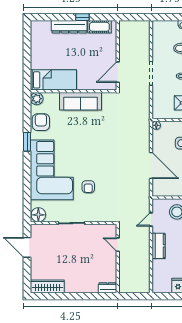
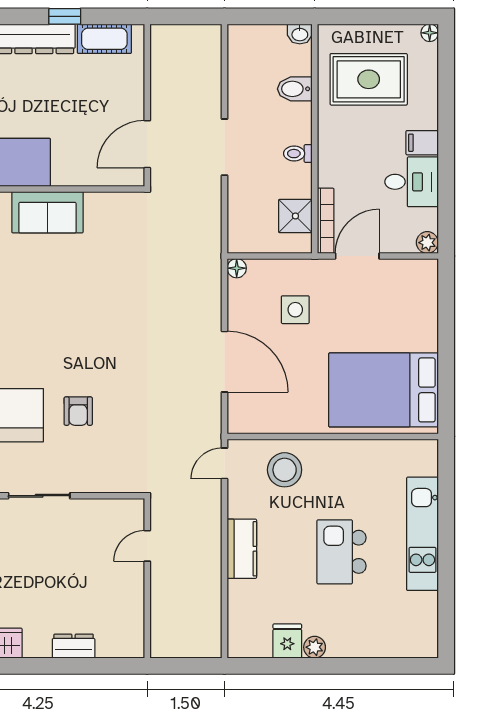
sofa: (81, 101) -> (47, 212), width x0.73
door: (151, 220) -> (225, 463), moved
door: (118, 245) -> (147, 546), hinge flipped
dresser: (108, 288) -> (74, 646), moved

